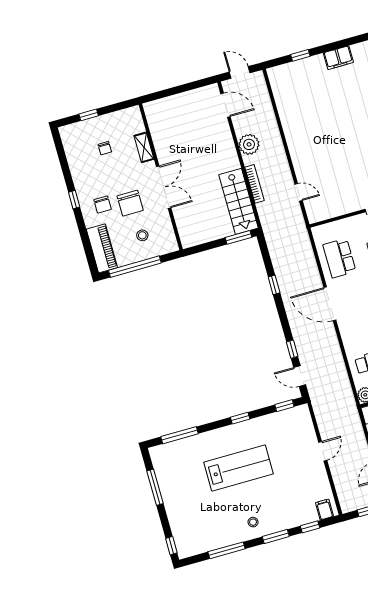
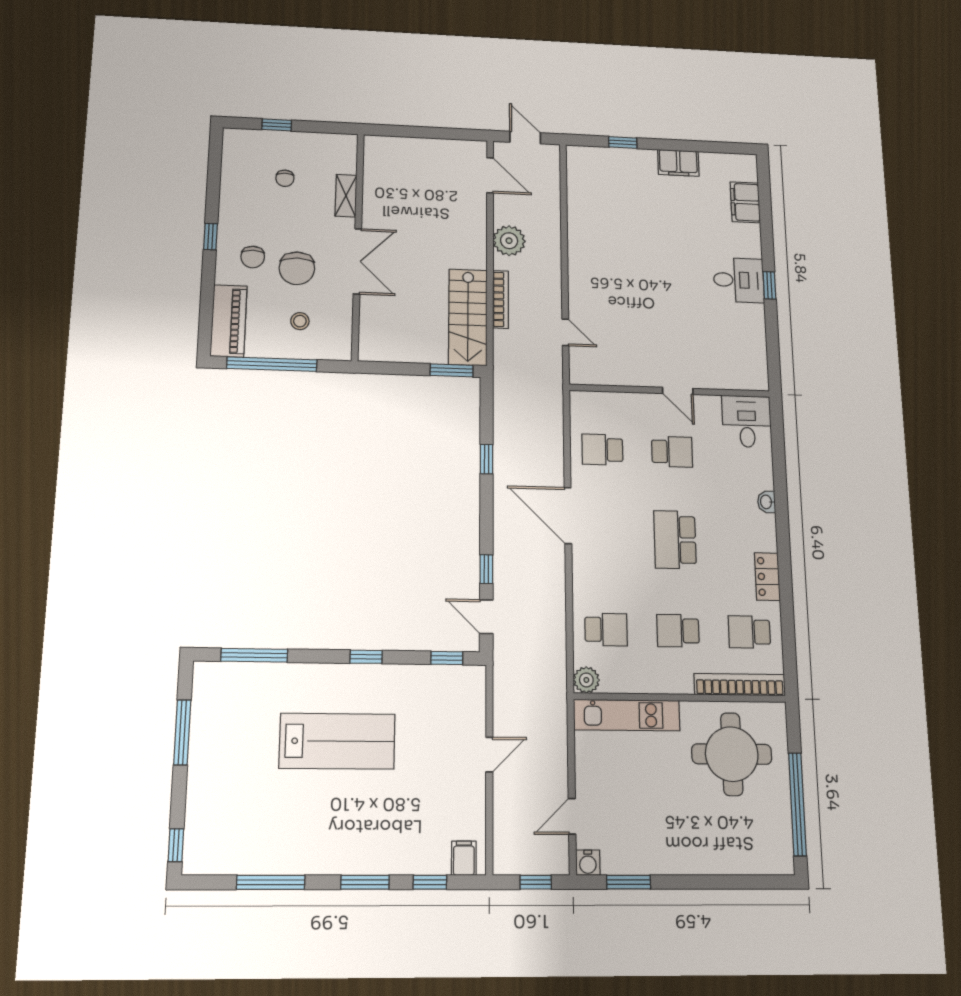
school desk: (339, 258) -> (602, 450), width x0.54
stool: (253, 522) -> (333, 844), removed

